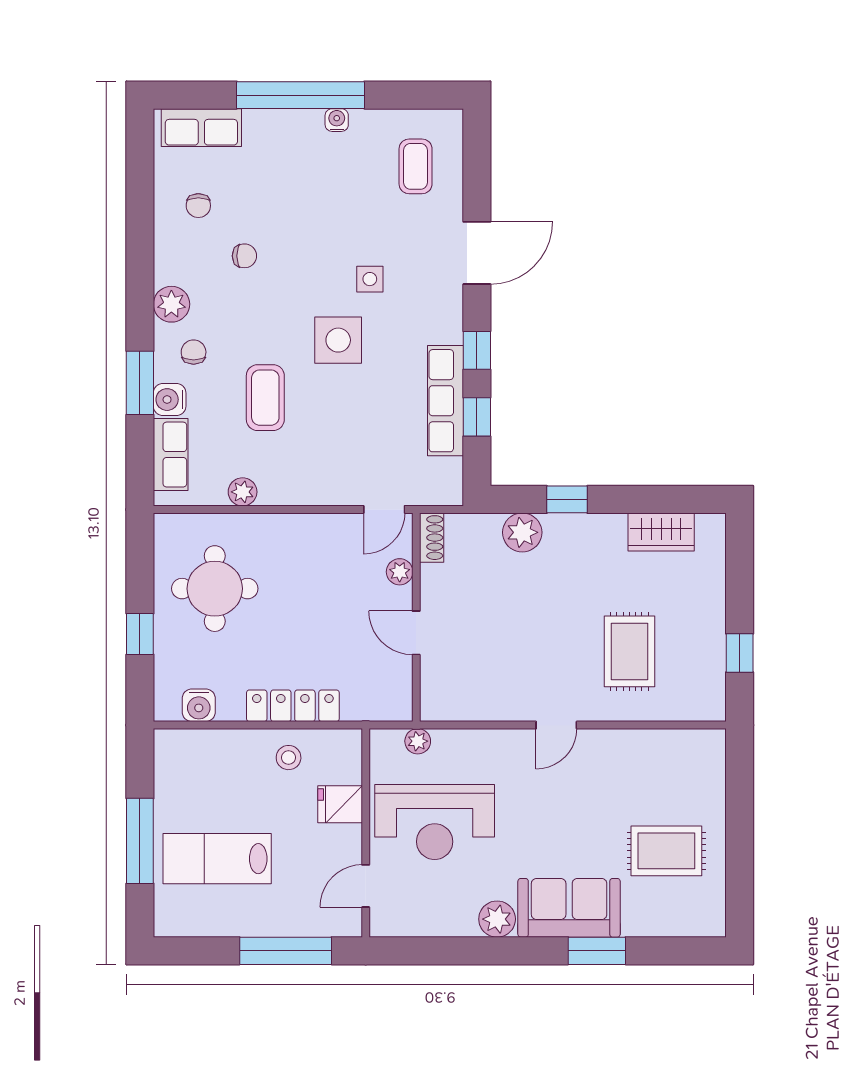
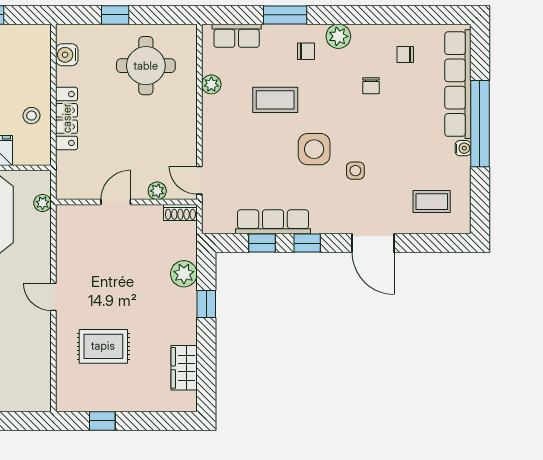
row of seats: (201, 128) -> (458, 84), width x2.02
water cooler: (170, 400) -> (274, 35), removed

